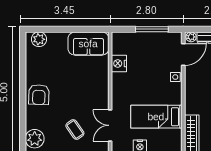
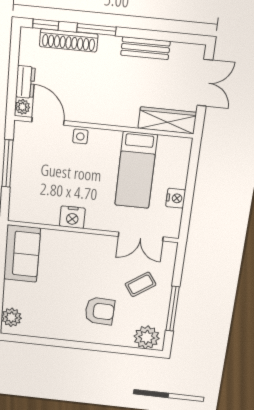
nightstand: (119, 63) -> (72, 217), moved
armchair: (39, 95) -> (100, 311), moved

